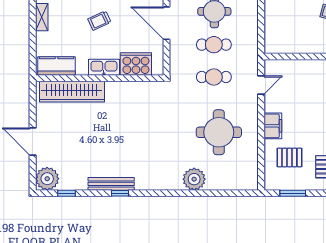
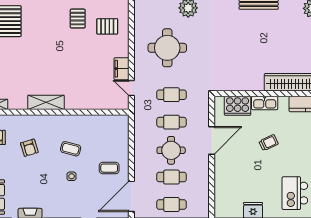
door: (167, 23) -> (212, 140), hinge flipped
door: (261, 85) -> (131, 88), hinge flipped
filing cabinet: (273, 126) -> (121, 69), moved

